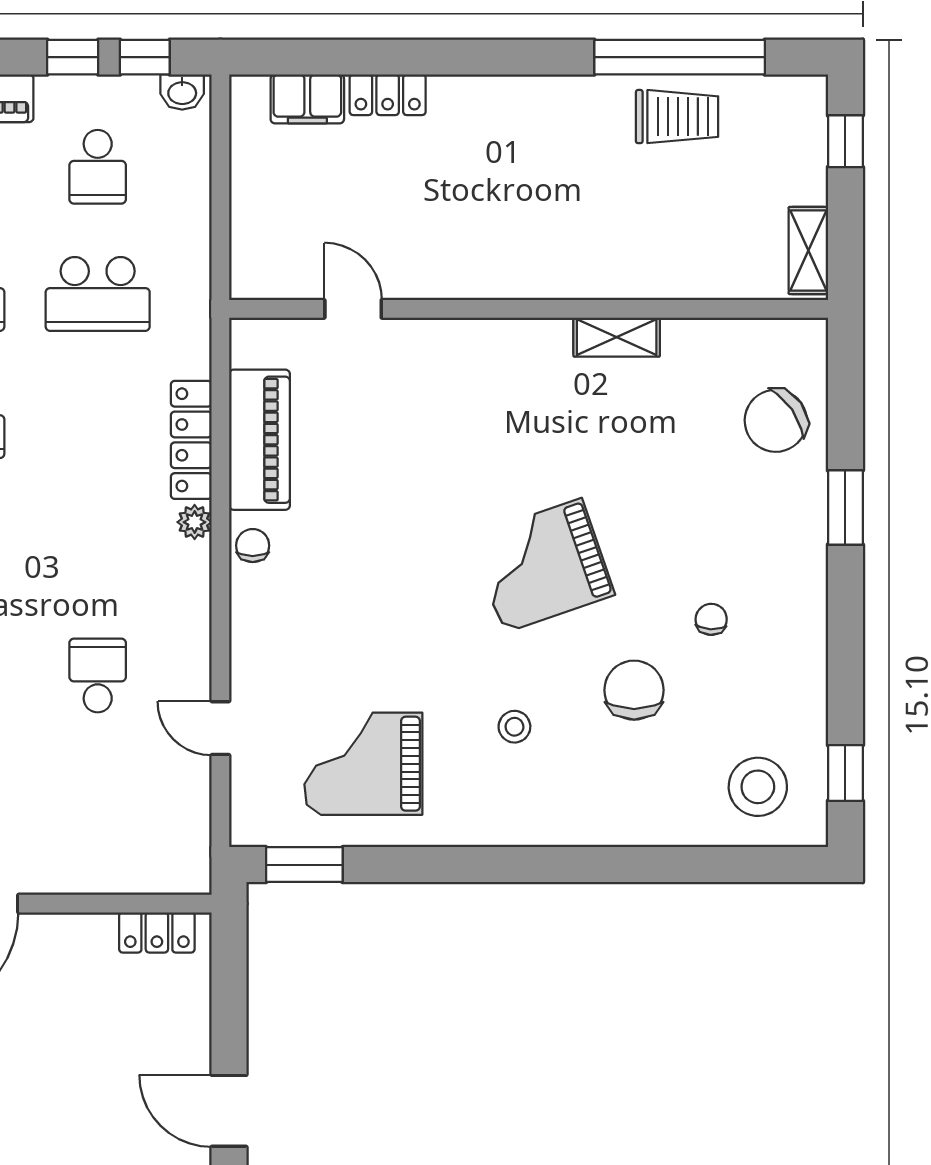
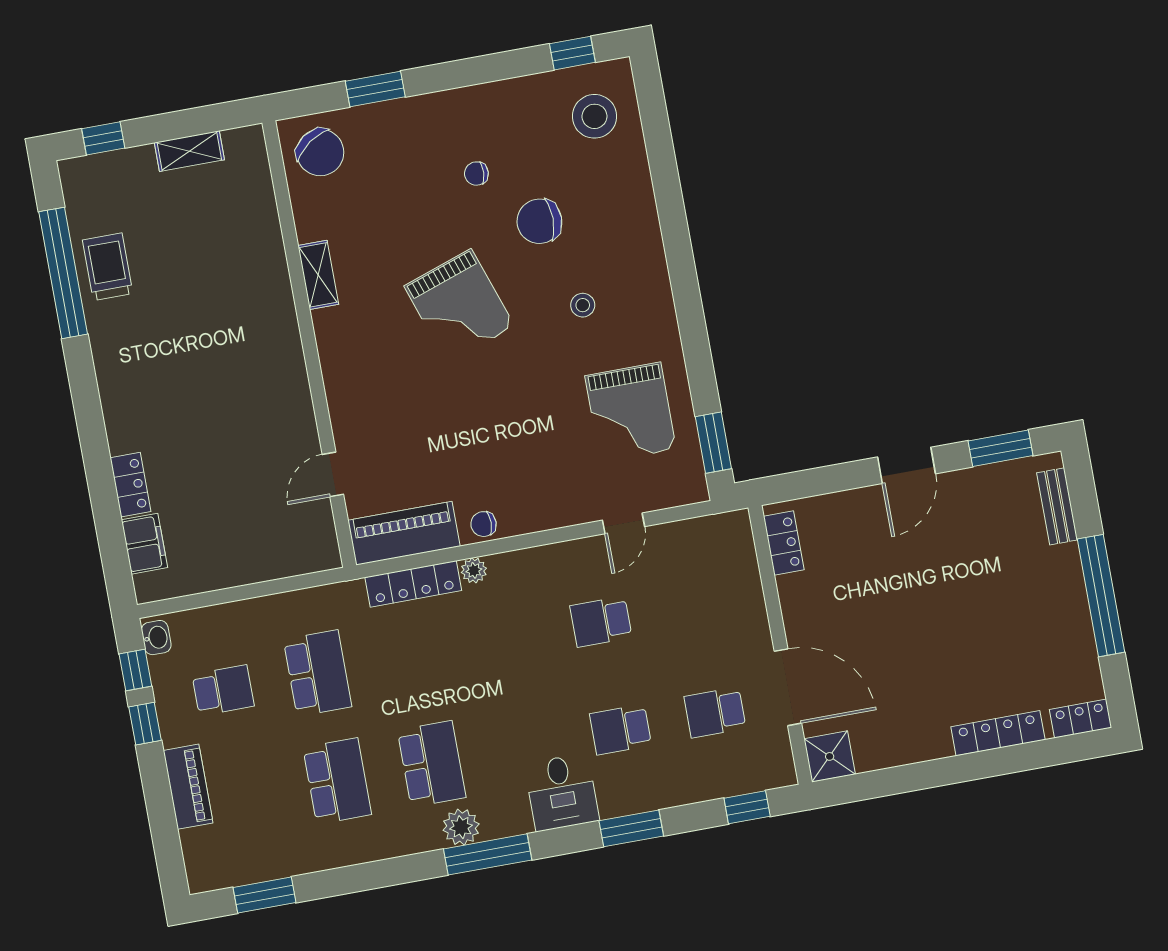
door: (353, 309) -> (333, 474), moved
wall: (529, 309) -> (309, 344), moved
shelving: (617, 337) -> (318, 275), moved

